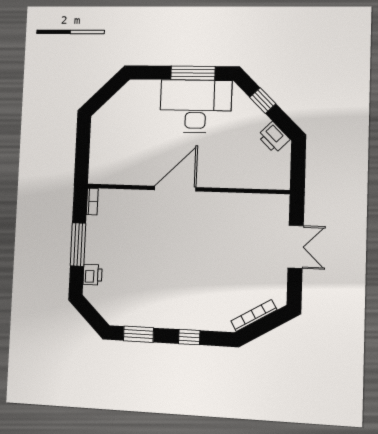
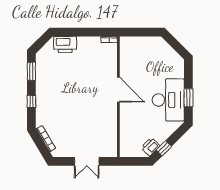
window: (193, 73) -> (188, 98), width x0.69
window: (263, 100) -> (164, 148), moved
window: (78, 245) -> (83, 32), removed
printer: (93, 275) -> (65, 44), width x1.87, depth x1.48

